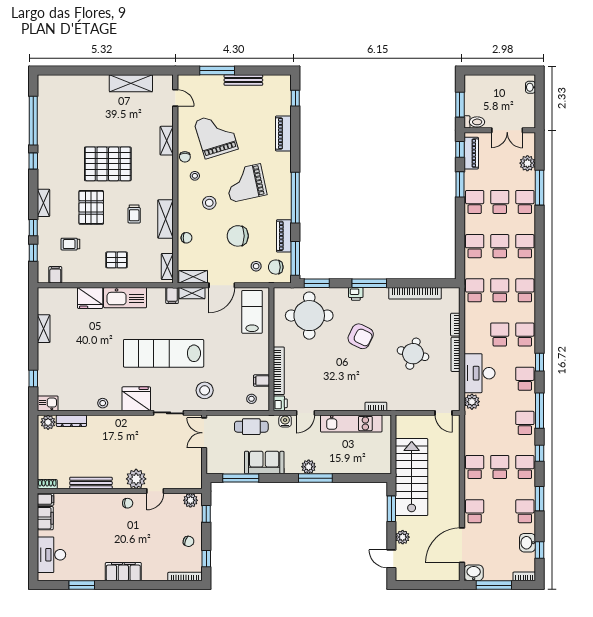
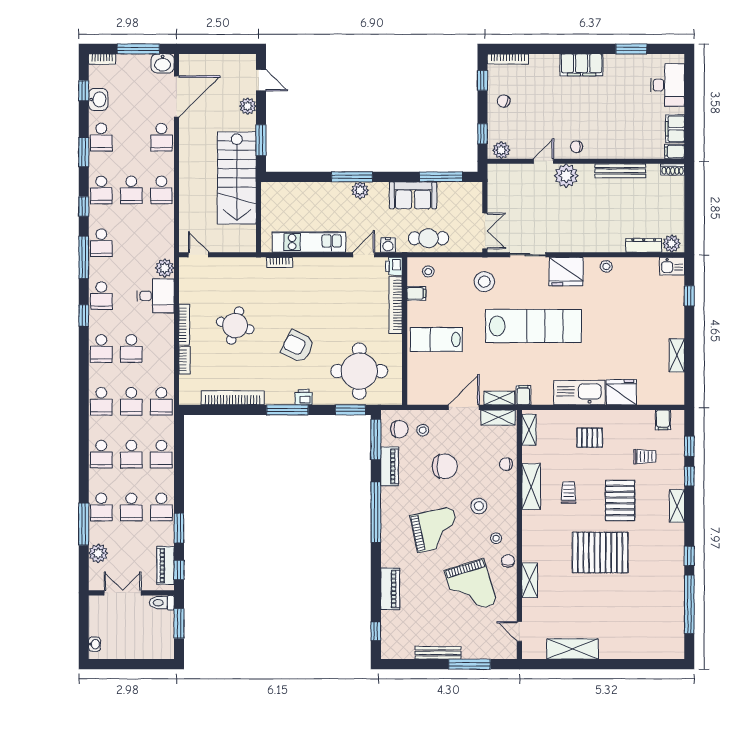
lab bench: (252, 312) -> (436, 339), moved, turned 90
desk: (479, 373) -> (156, 296), width x0.73

